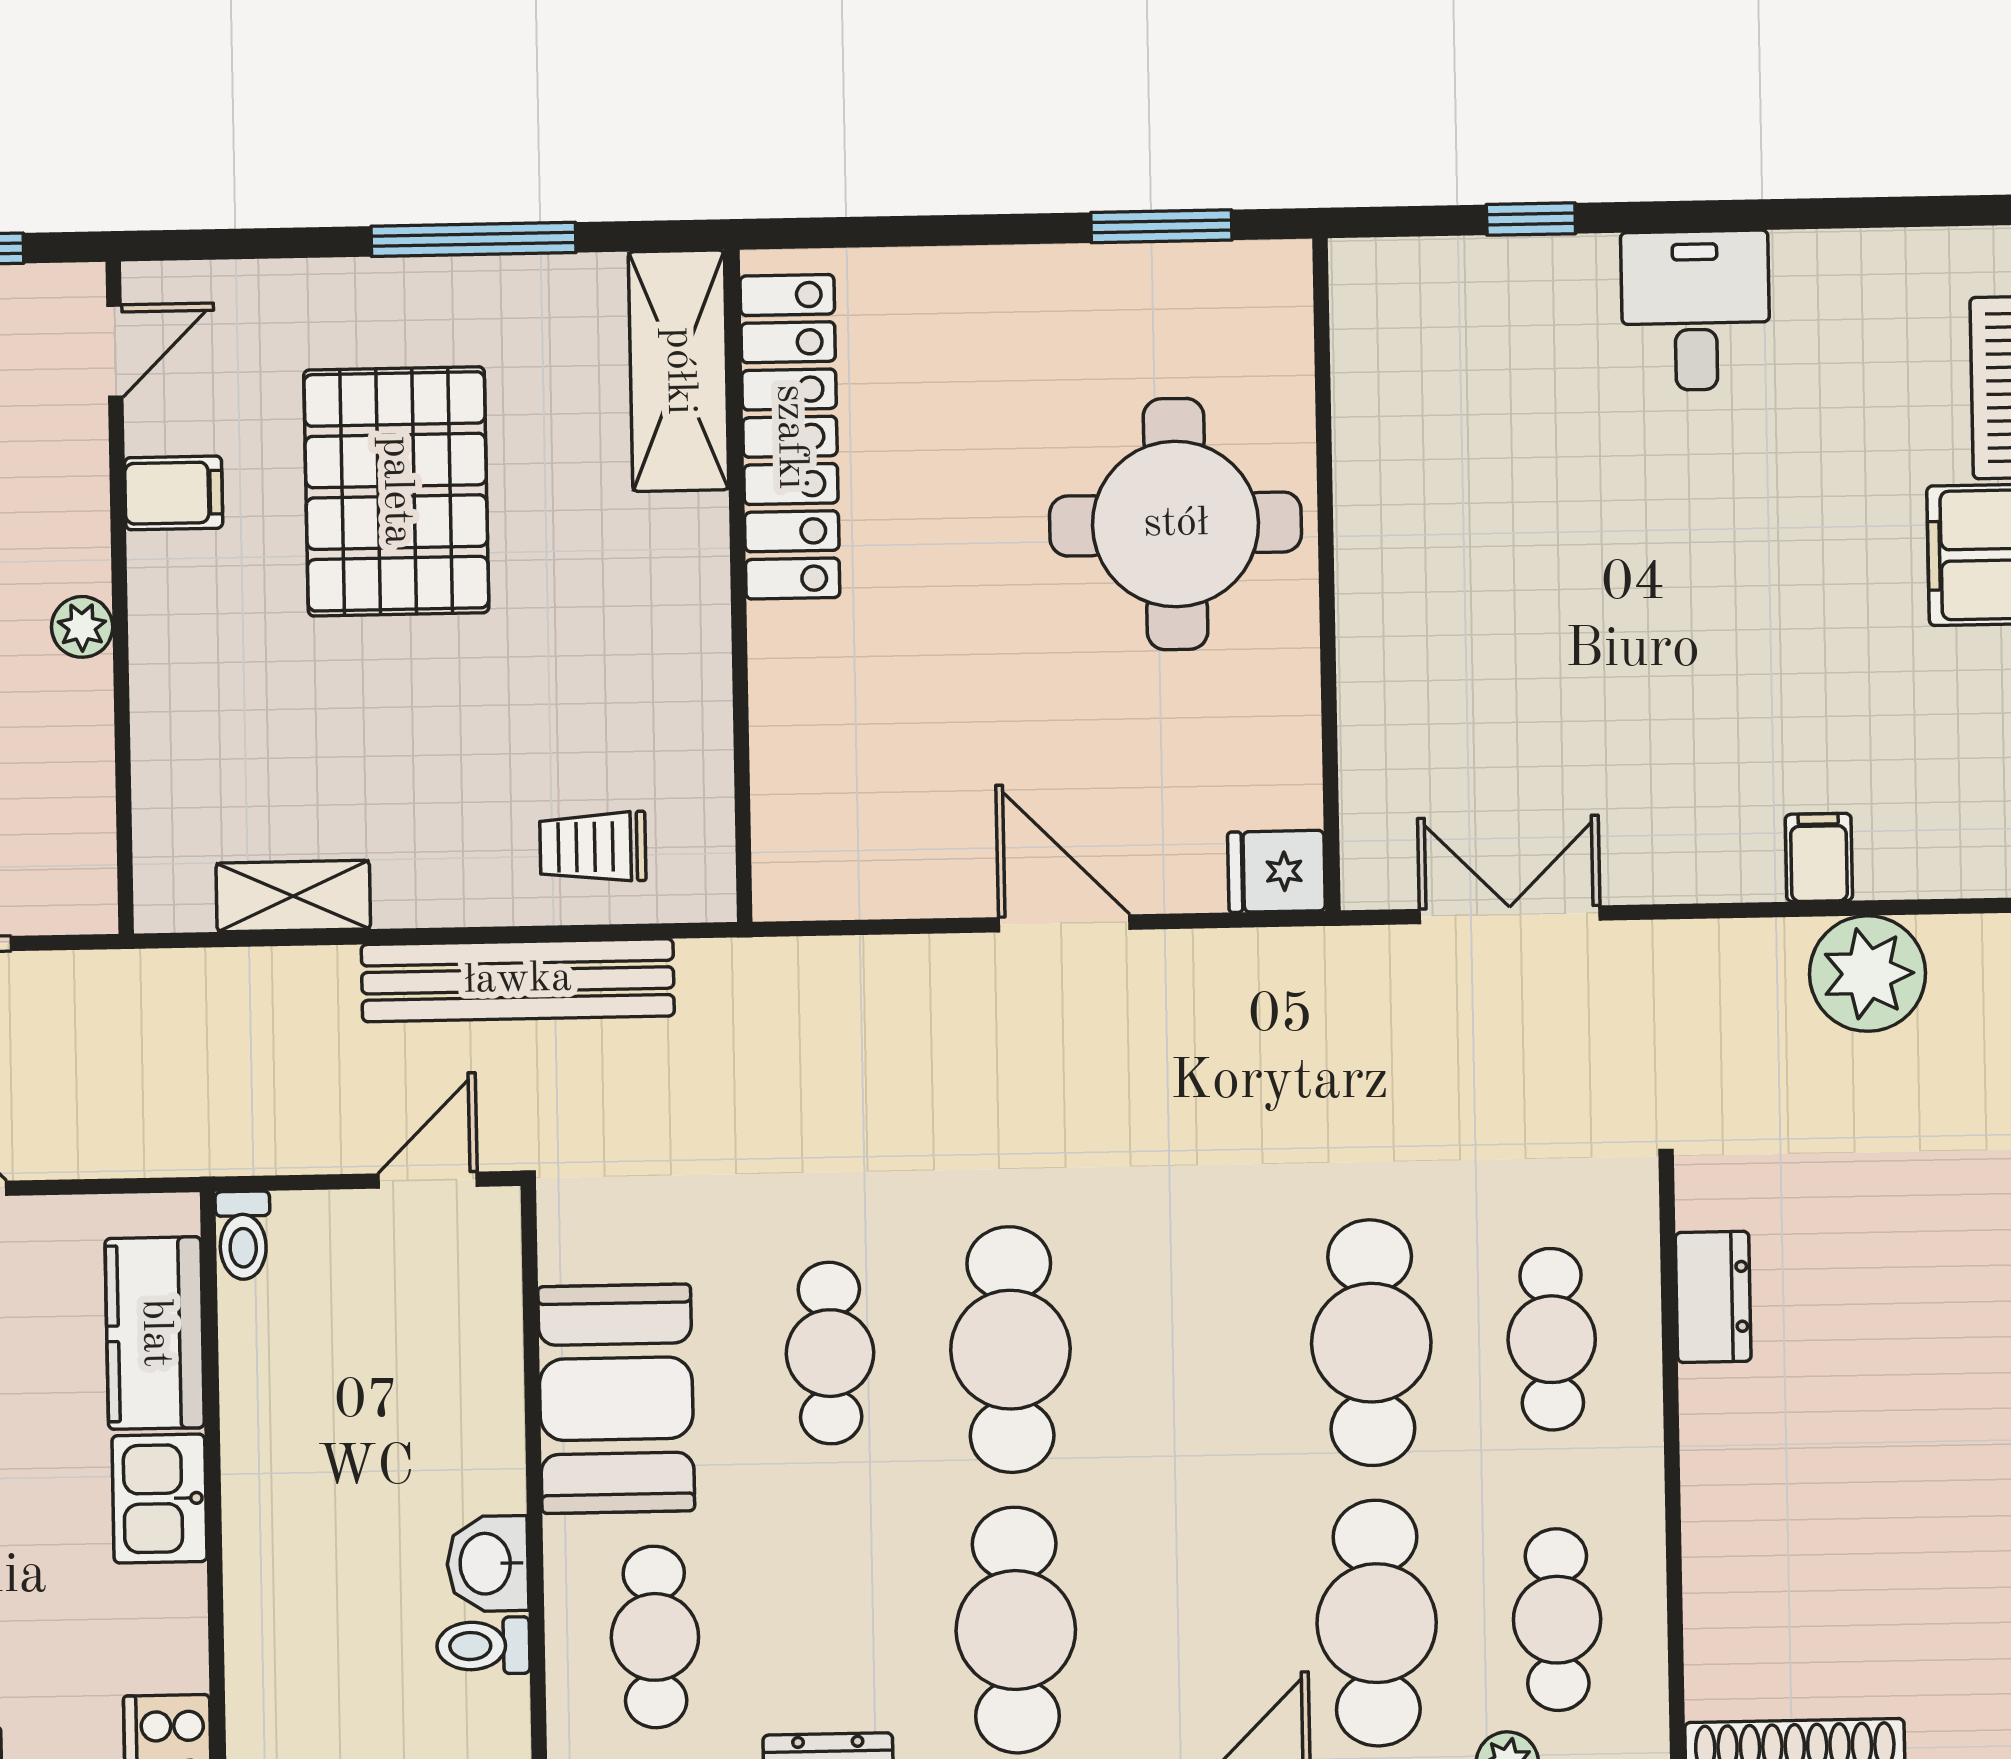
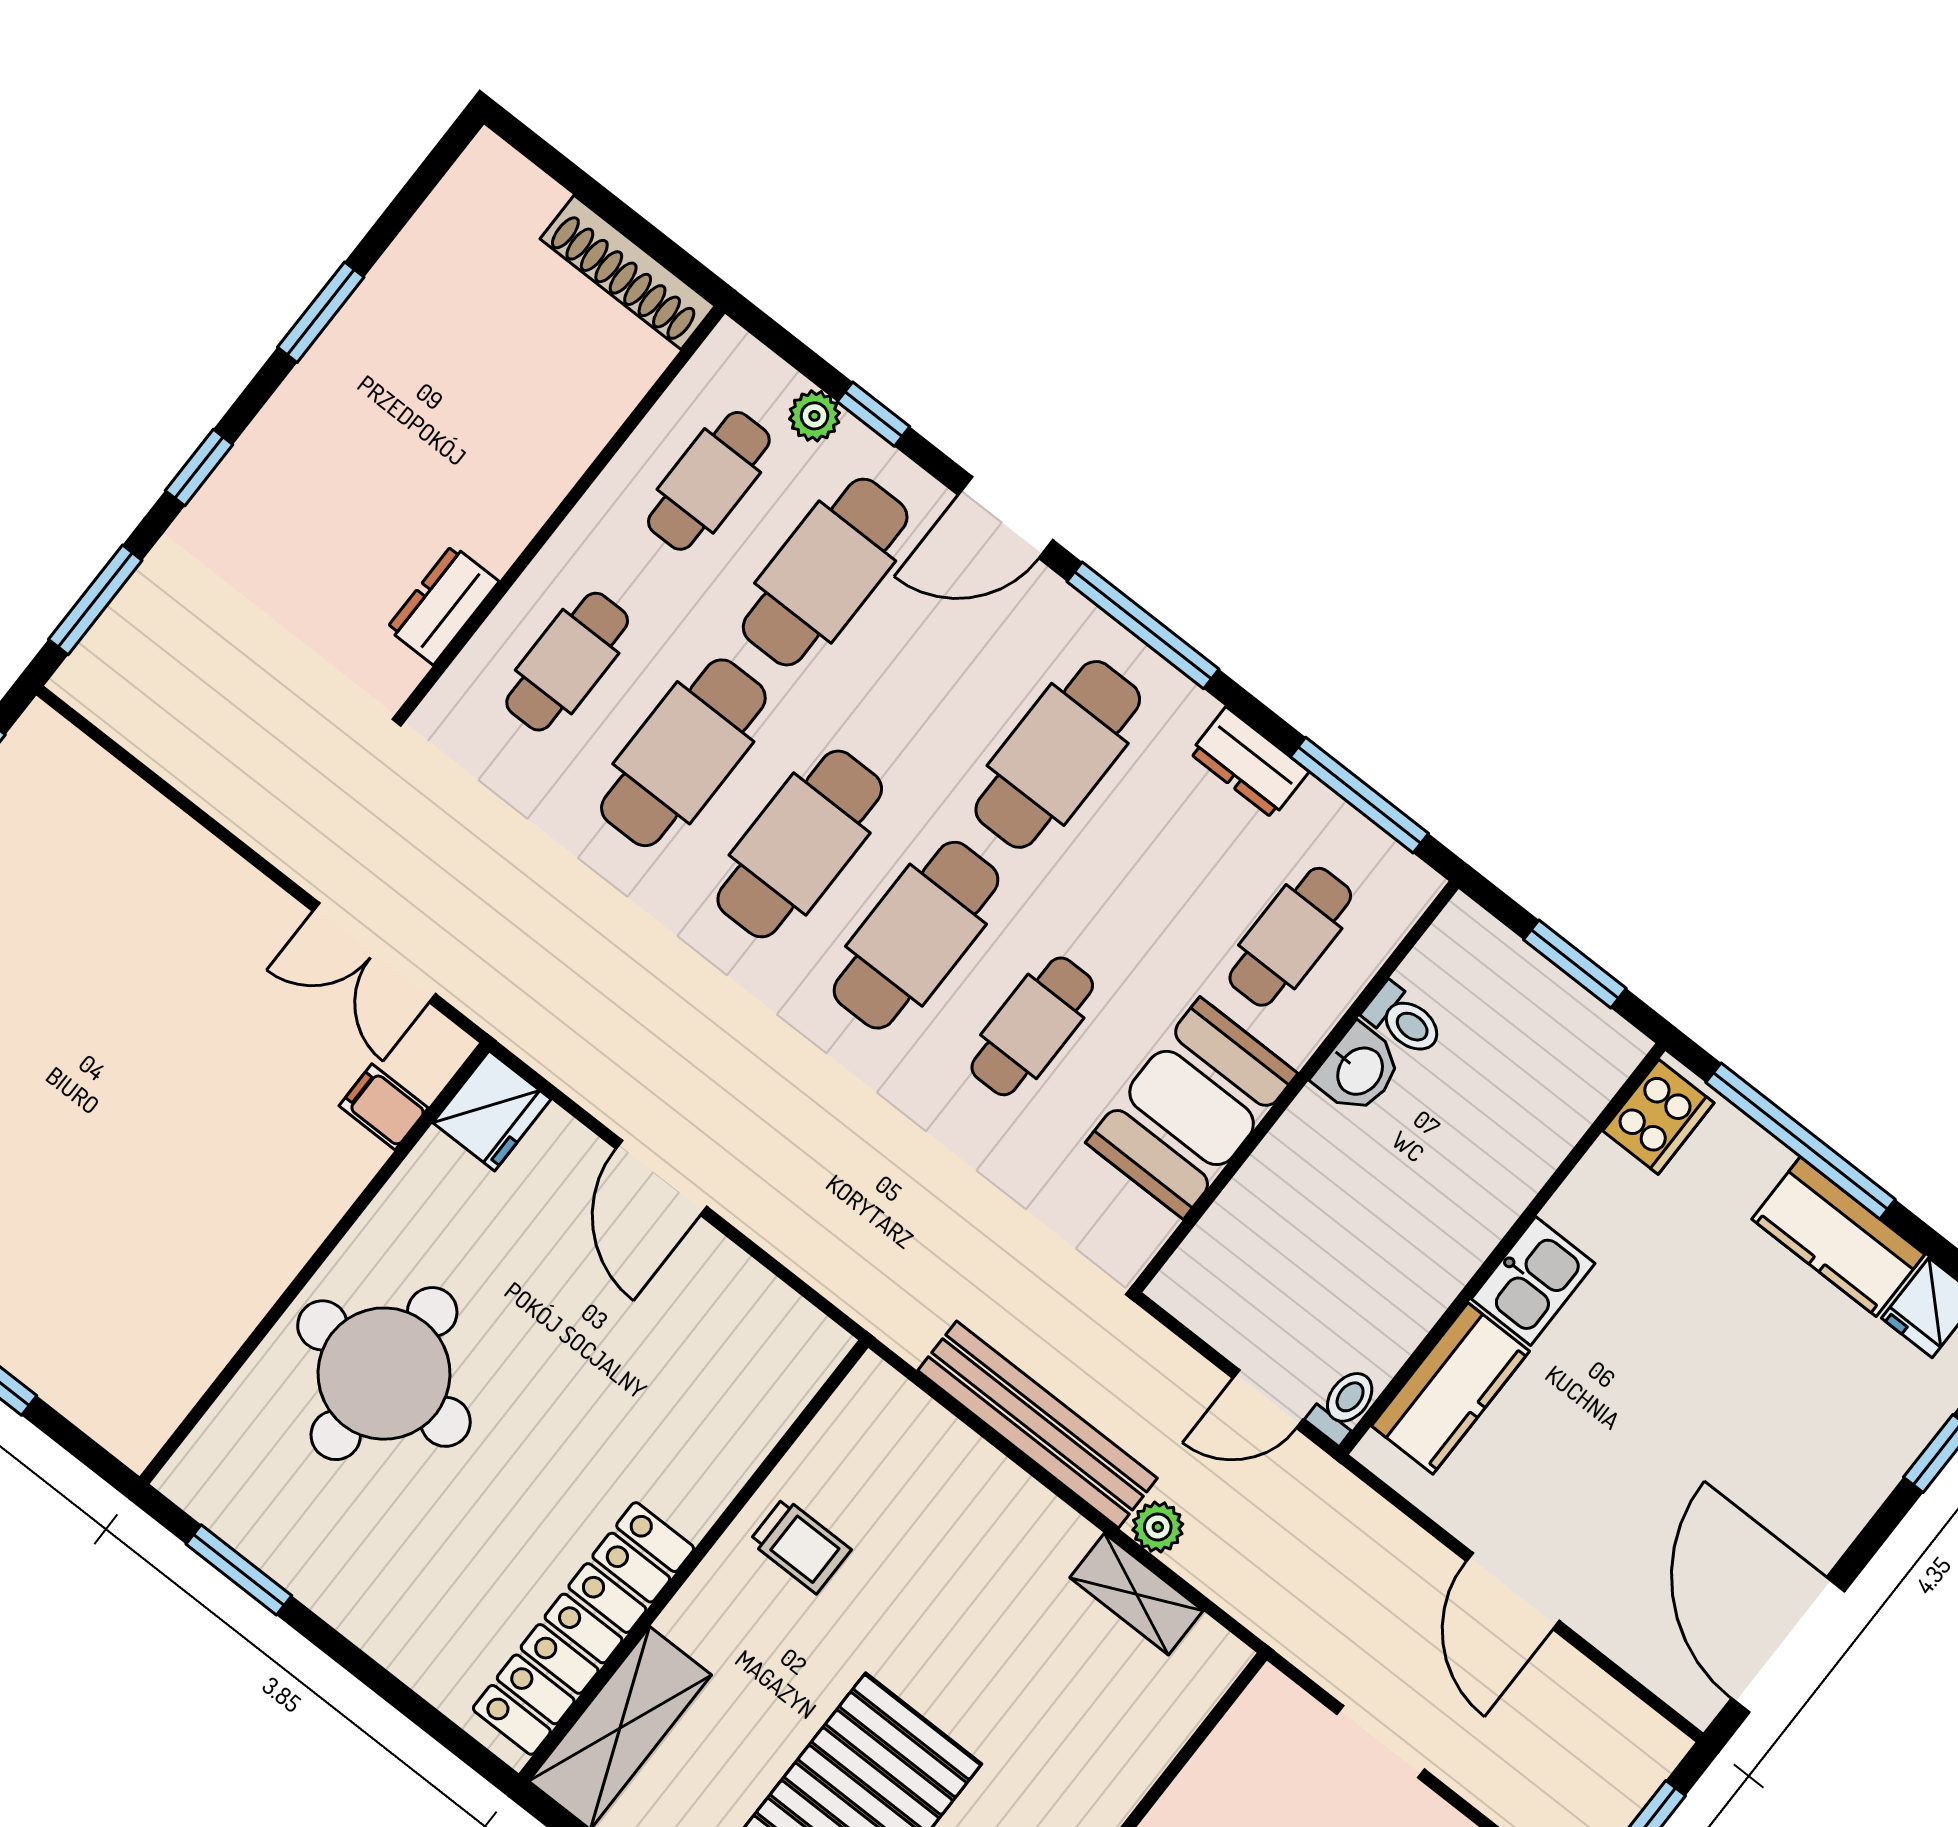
trolley: (593, 847) -> (800, 1546), moved
filing cabinet: (1819, 857) -> (384, 1107), moved, turned 90
fridge: (1276, 871) -> (492, 1111), width x1.38
plant: (1868, 974) -> (1158, 1527), moved, width x0.53, depth x0.53
door: (428, 1180) -> (1268, 1399), moved
cafe table: (1191, 1346) -> (800, 844), added

